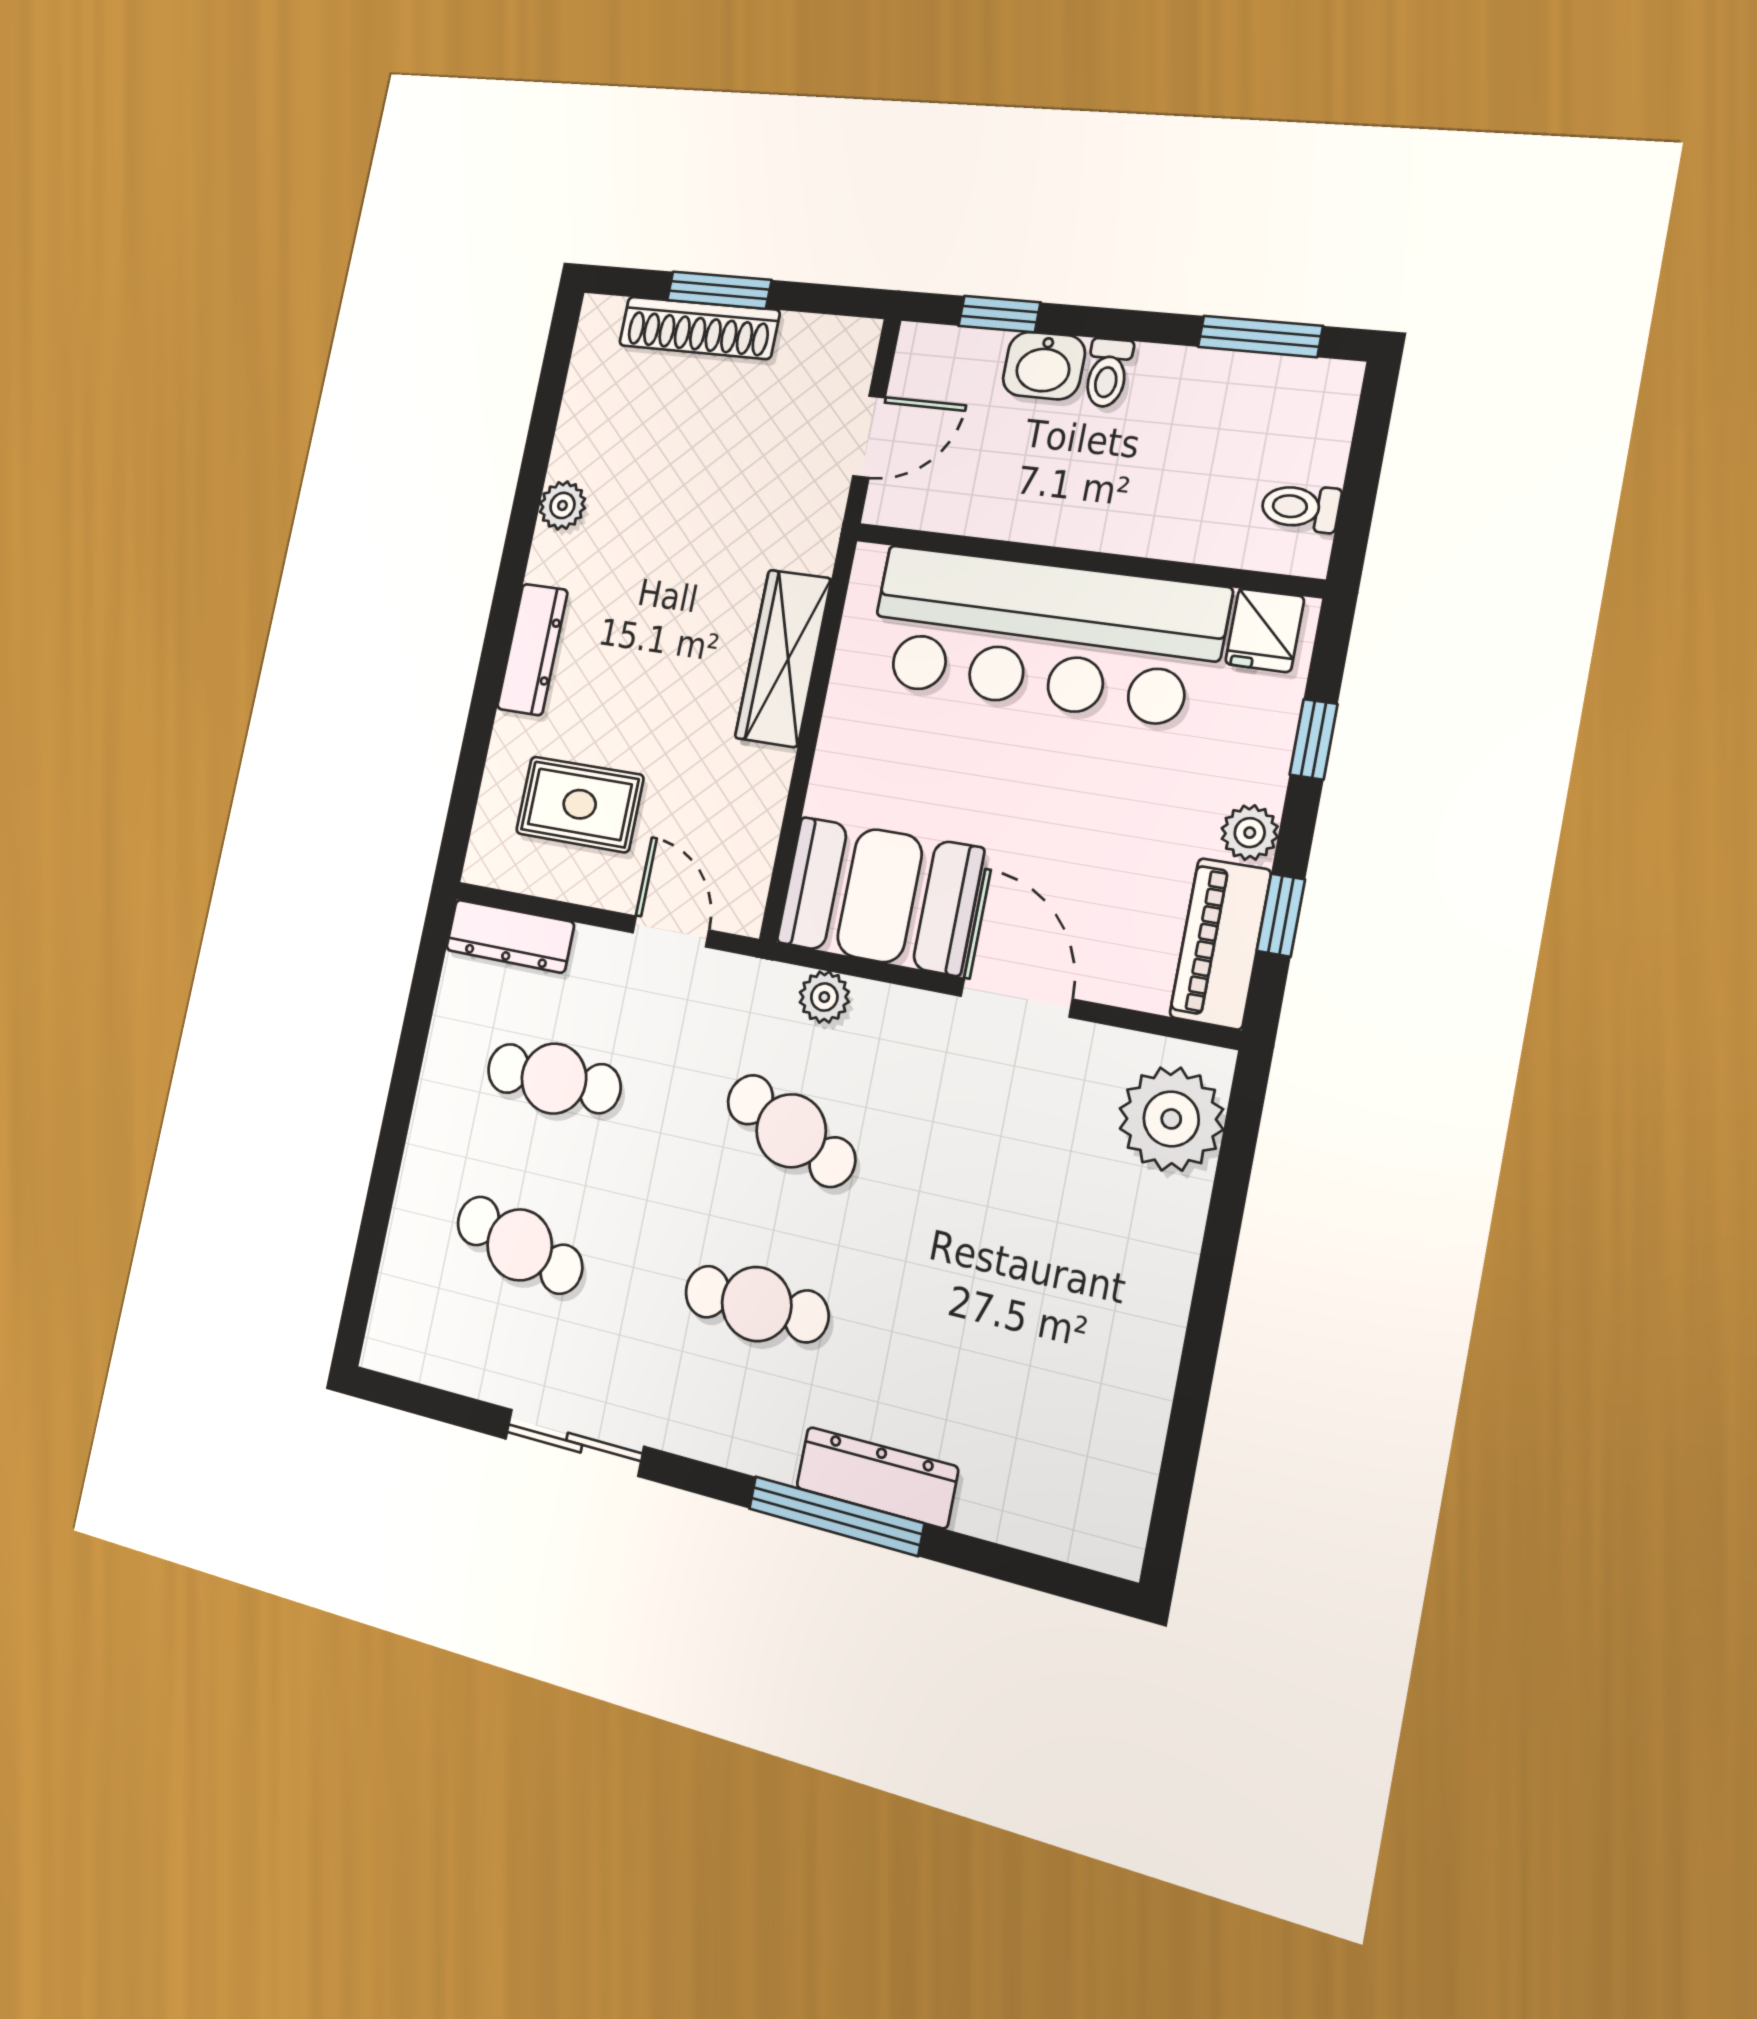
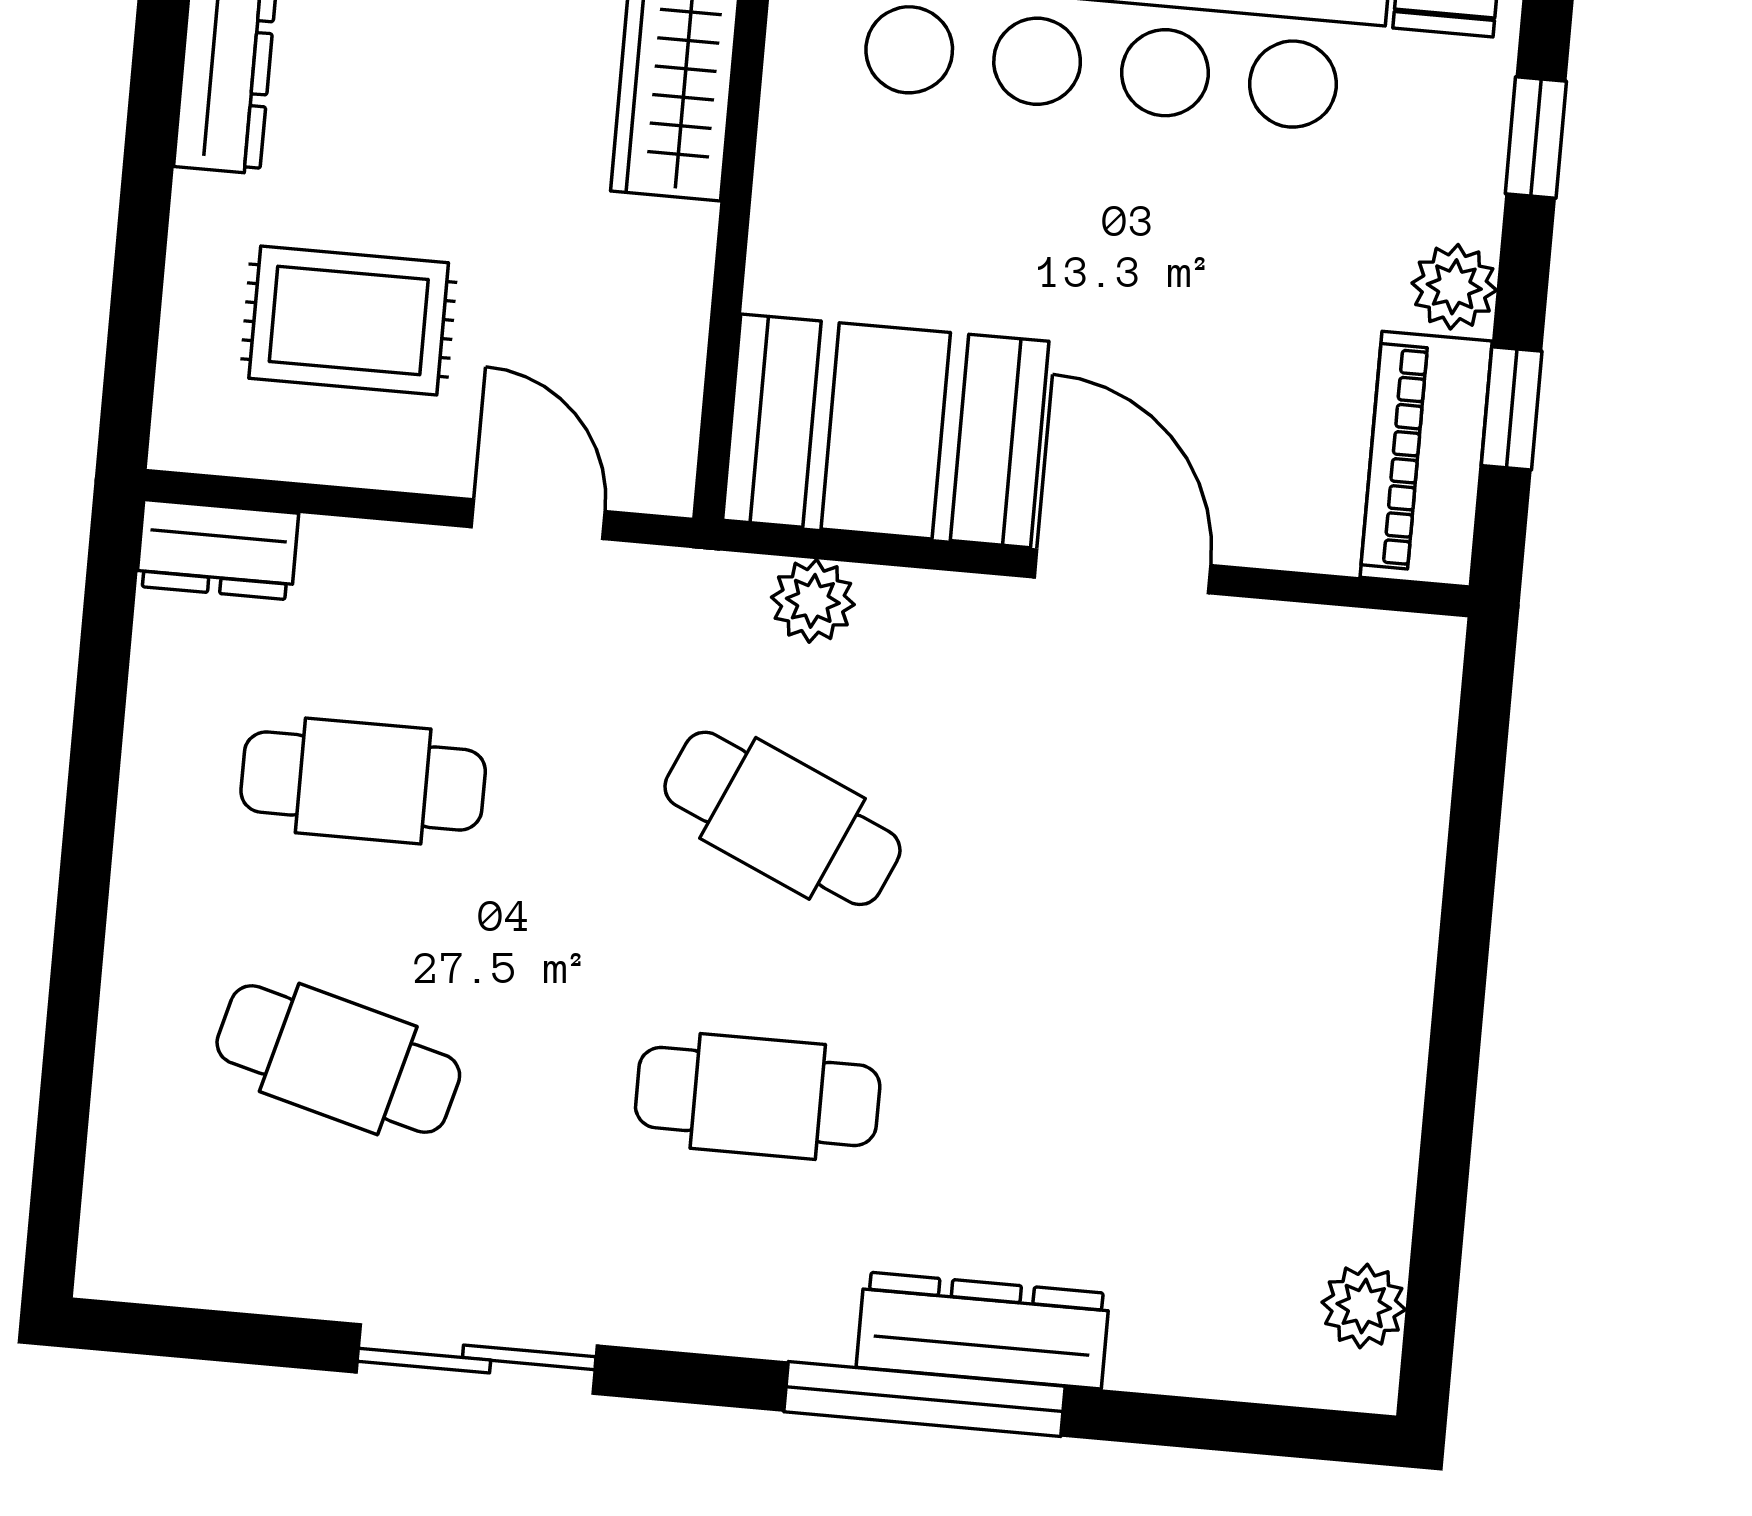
dresser: (510, 936) -> (217, 550), width x0.70
plant: (1171, 1119) -> (1364, 1306), moved, width x0.53, depth x0.53

